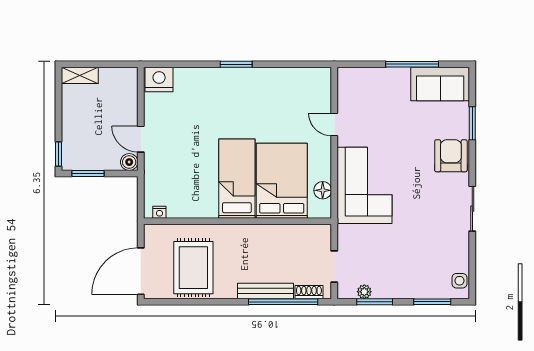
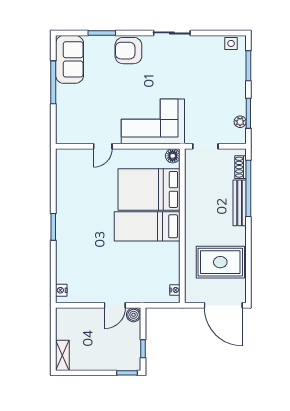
nightstand: (159, 80) -> (61, 290), width x0.53, depth x0.56
window: (88, 173) -> (143, 349), width x0.67
floor lamp: (323, 190) -> (173, 156), moved
doorway: (334, 266) -> (205, 146), moved

